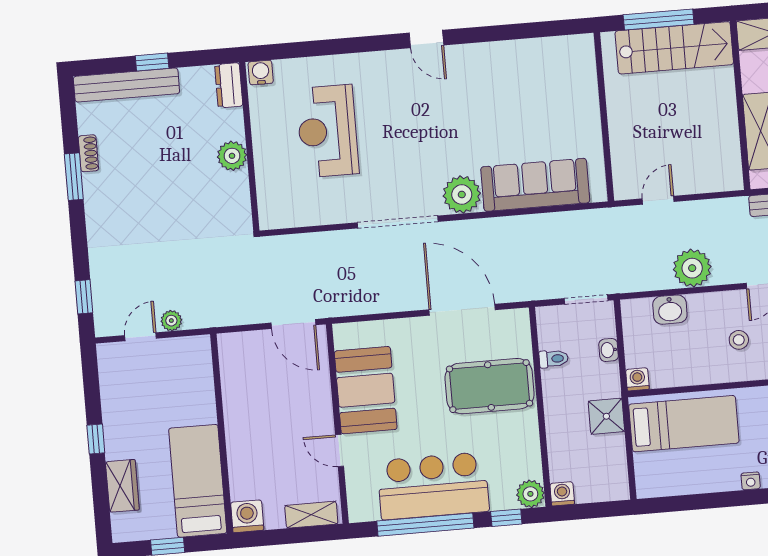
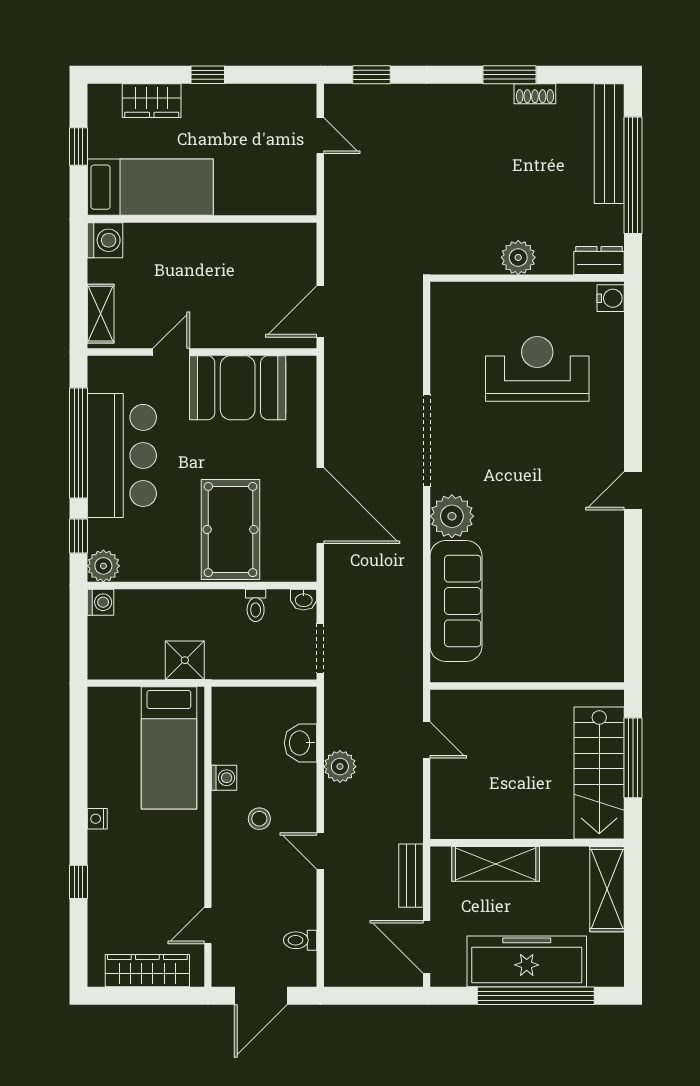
window: (152, 62) -> (633, 175), width x3.17
plant: (692, 268) -> (340, 767), width x0.73, depth x0.73
door: (462, 310) -> (320, 506), hinge flipped
plant: (171, 321) -> (336, 172), removed
washbasin: (609, 350) -> (304, 600), moved, turned 180
washing machine: (637, 379) -> (224, 778), moved

